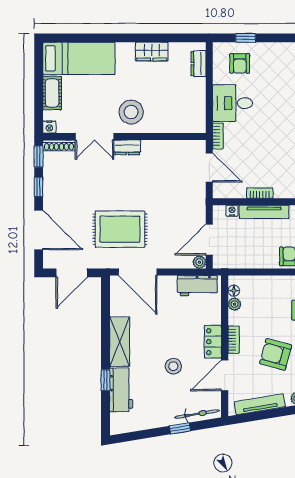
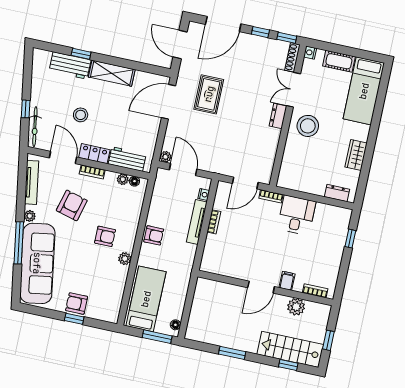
armchair: (240, 63) -> (329, 229), removed
rug: (120, 229) -> (209, 94), width x0.73, depth x0.70
workbench: (197, 286) -> (127, 159), moved, turned 90

